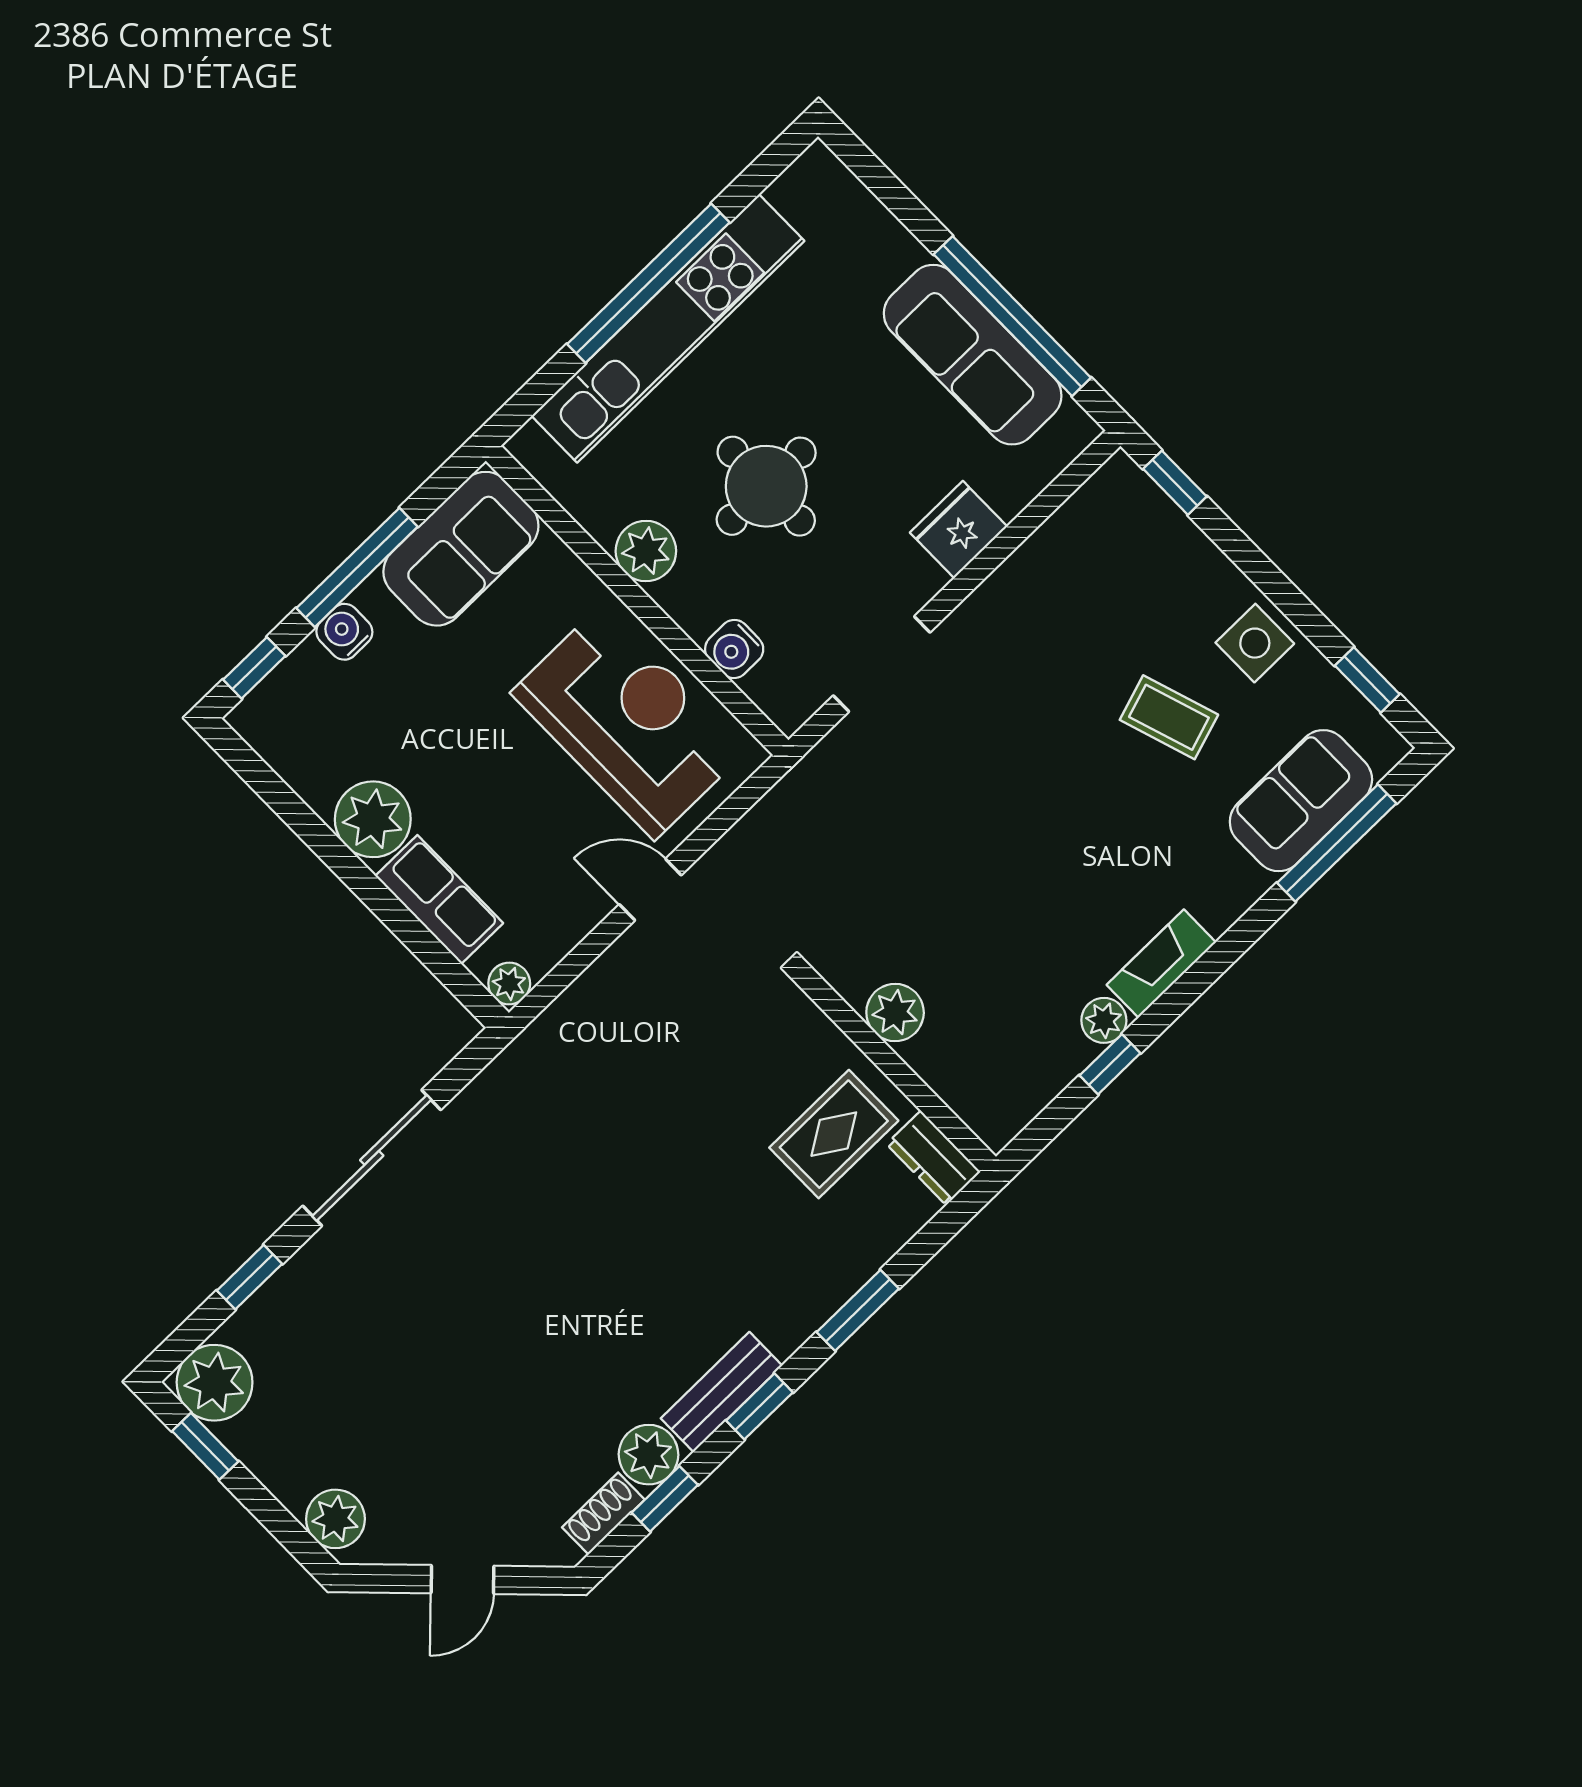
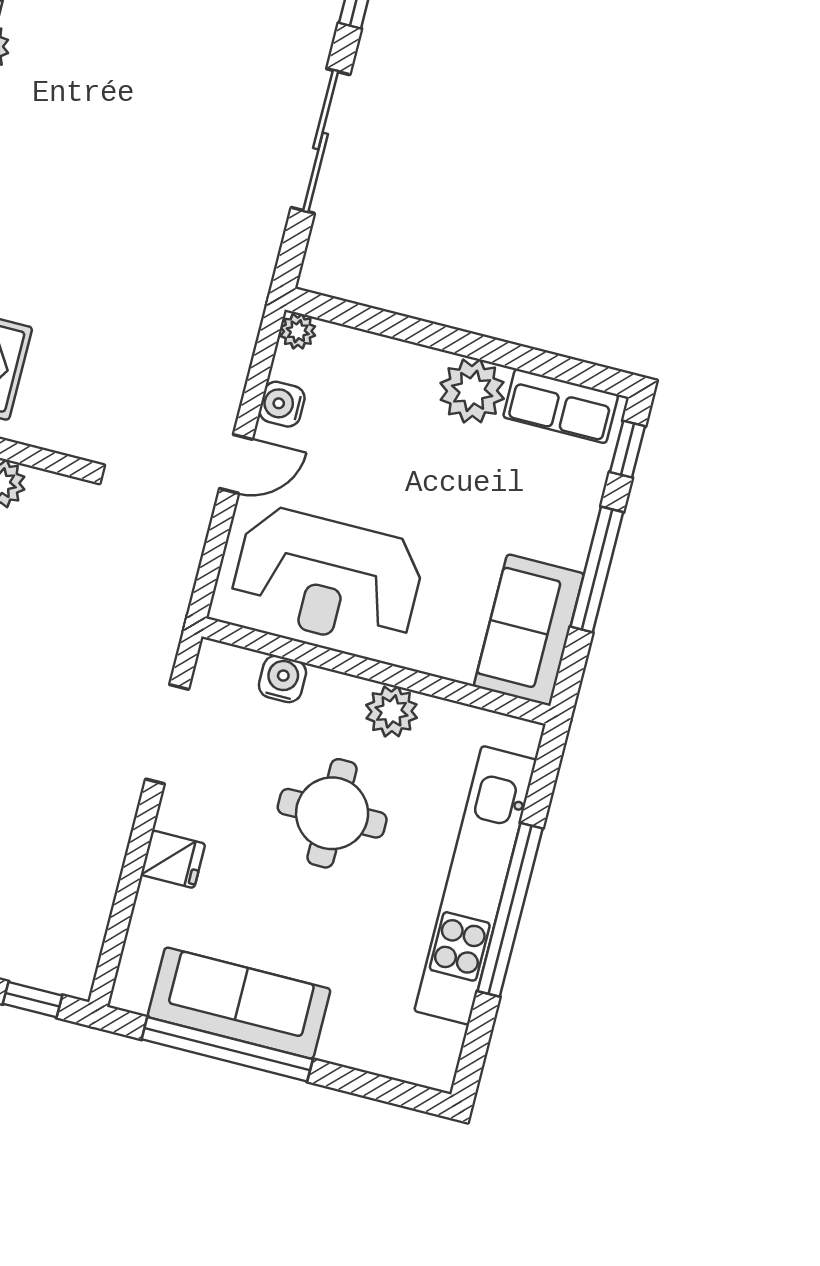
fridge: (959, 529) -> (173, 859), width x0.72
water cooler: (344, 632) -> (282, 404), moved, turned 180
row of seats: (439, 900) -> (561, 406), moved

